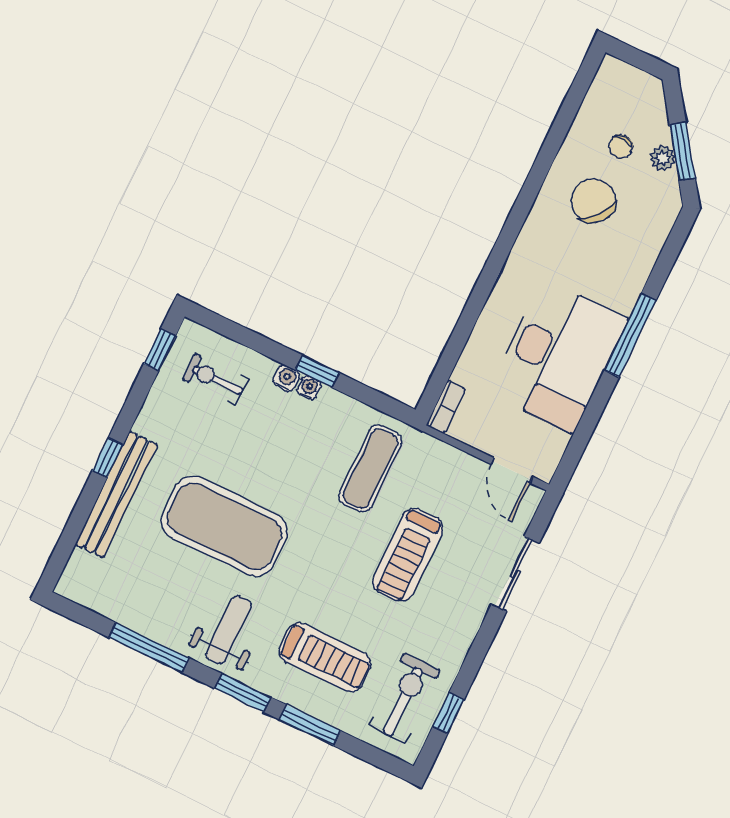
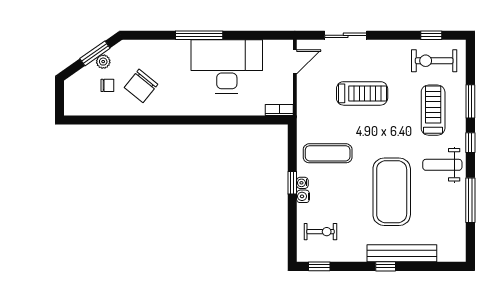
exercise bike: (215, 379) -> (320, 232), turned -90
exercise mat: (370, 468) -> (328, 153), moved
window: (243, 693) -> (470, 143), width x0.67

